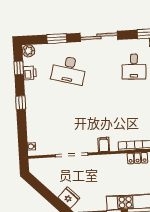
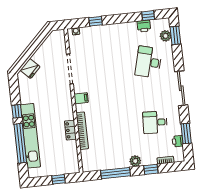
window: (57, 39) -> (175, 35), moved
plant: (29, 51) -> (166, 36), moved
window: (21, 103) -> (96, 21), moved

